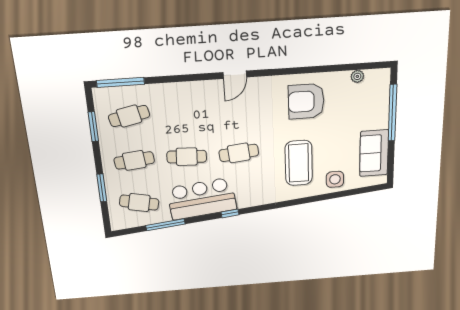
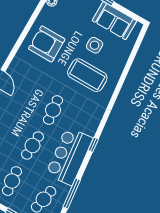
armchair: (306, 101) -> (47, 44), turned 90
side table: (335, 179) -> (95, 45), moved

